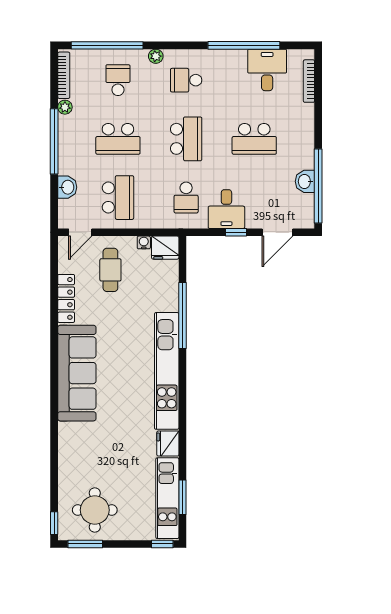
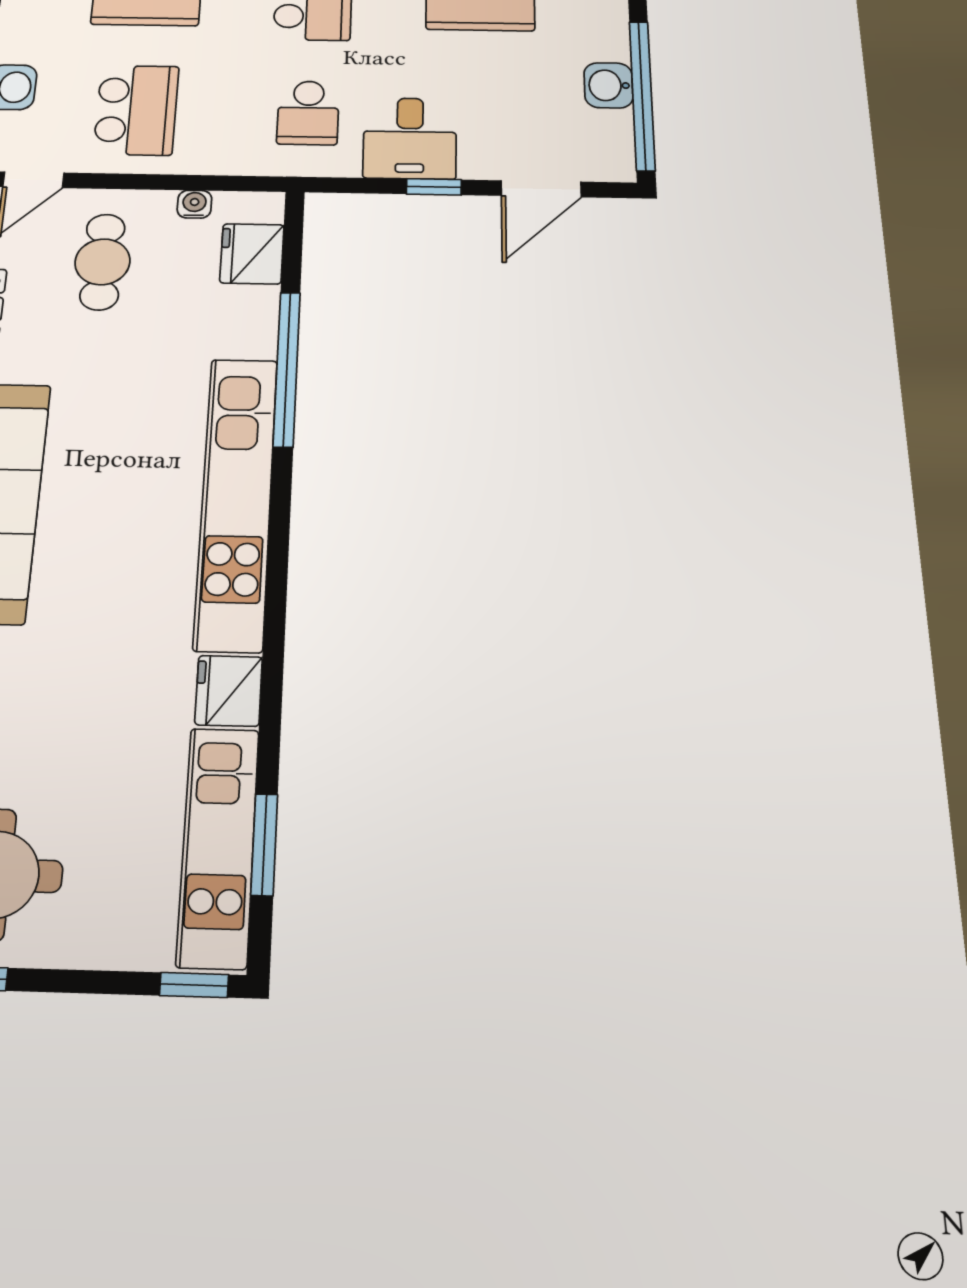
fridge: (165, 248) -> (252, 254), moved, turned 90

